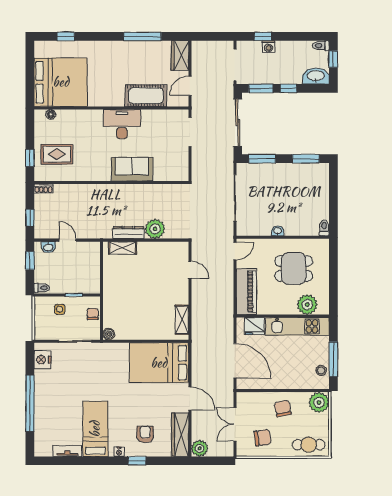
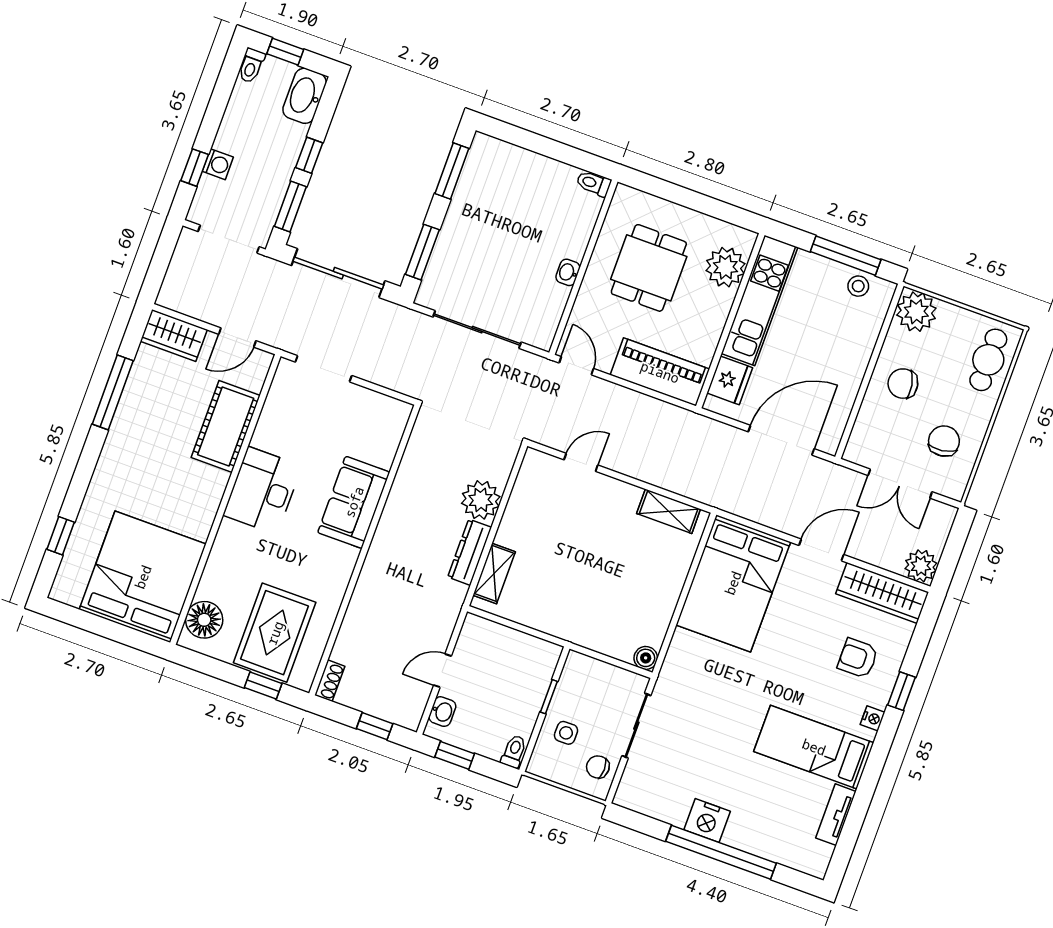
door: (190, 86) -> (237, 337), hinge flipped
floor lamp: (51, 114) -> (204, 620), width x1.89, depth x1.89
rug: (57, 154) -> (275, 633), width x1.36, depth x1.43
chair: (93, 314) -> (598, 767), moved
nightstand: (42, 360) -> (707, 821), moved

